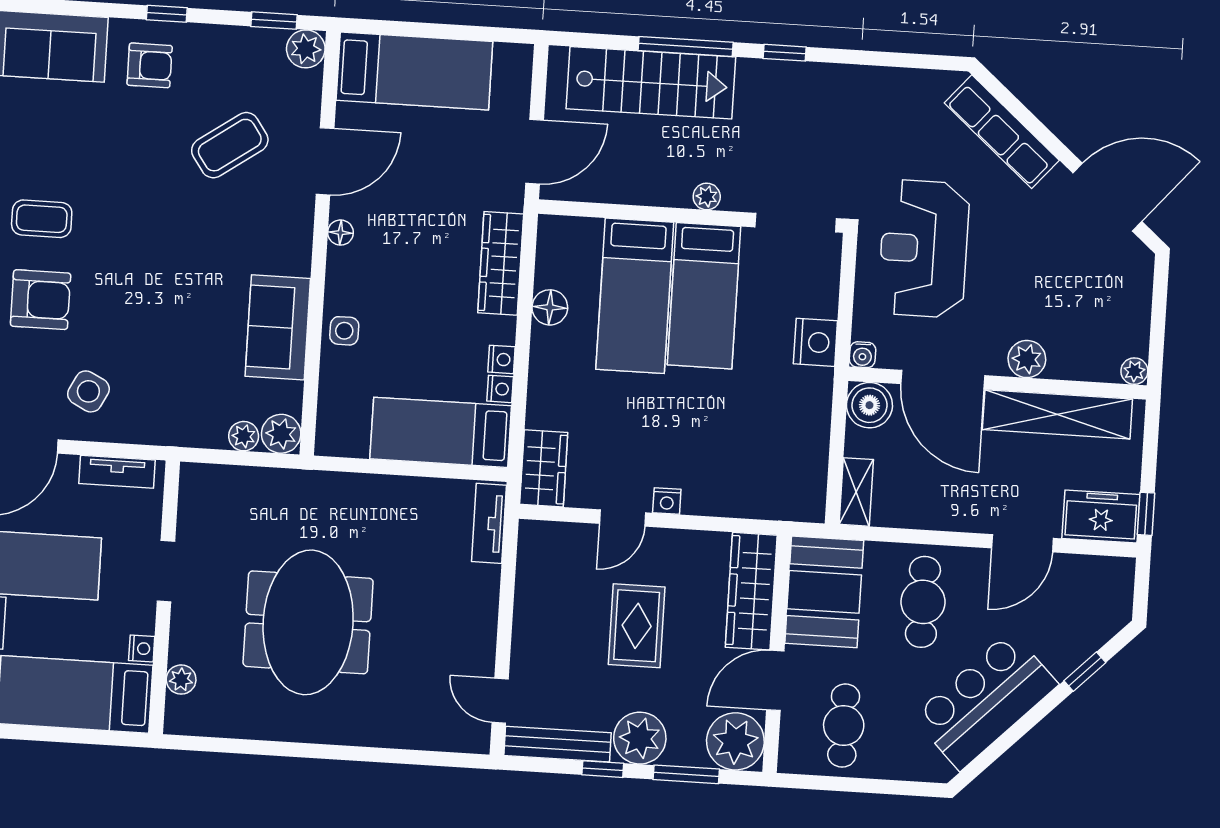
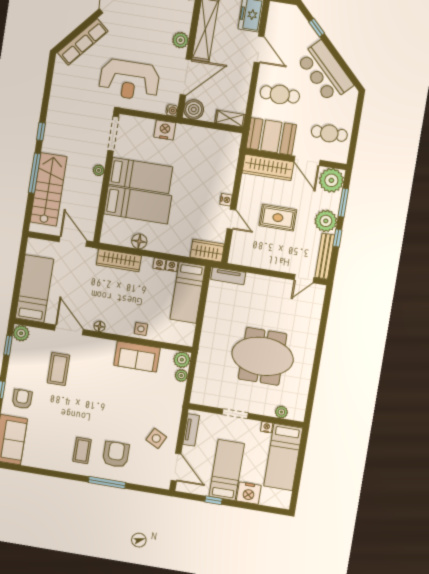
coffee table: (230, 145) -> (59, 369), turned 35

